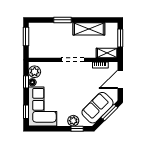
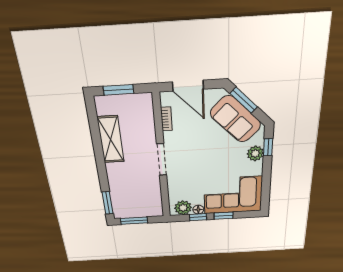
window: (63, 20) -> (108, 203), moved
shelving: (107, 53) -> (146, 110), removed
window: (26, 112) -> (224, 216), moved

